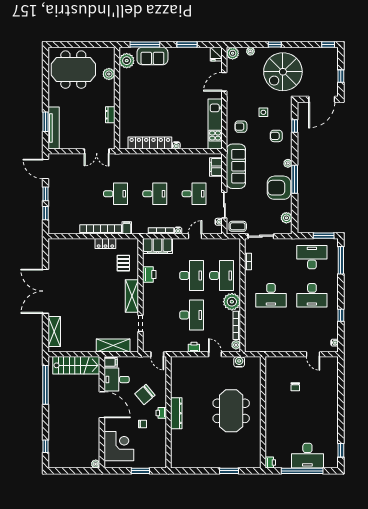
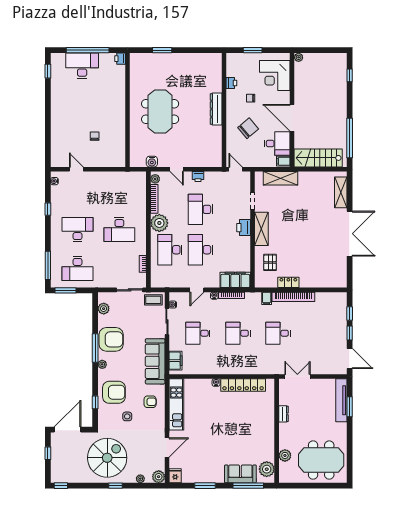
armchair: (276, 136) -> (114, 392), width x1.88, depth x1.88
printer: (149, 275) -> (244, 228), moved
desk: (271, 295) -> (119, 230), turned 180
printer: (161, 413) -> (231, 83), moved

